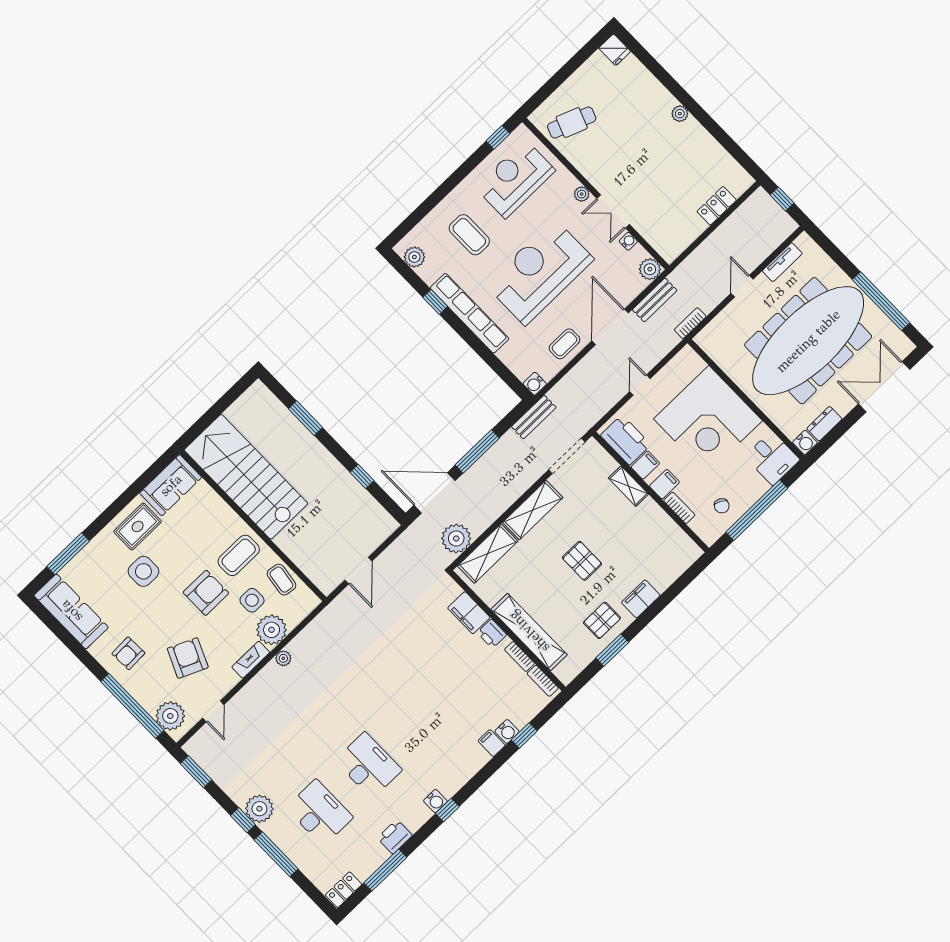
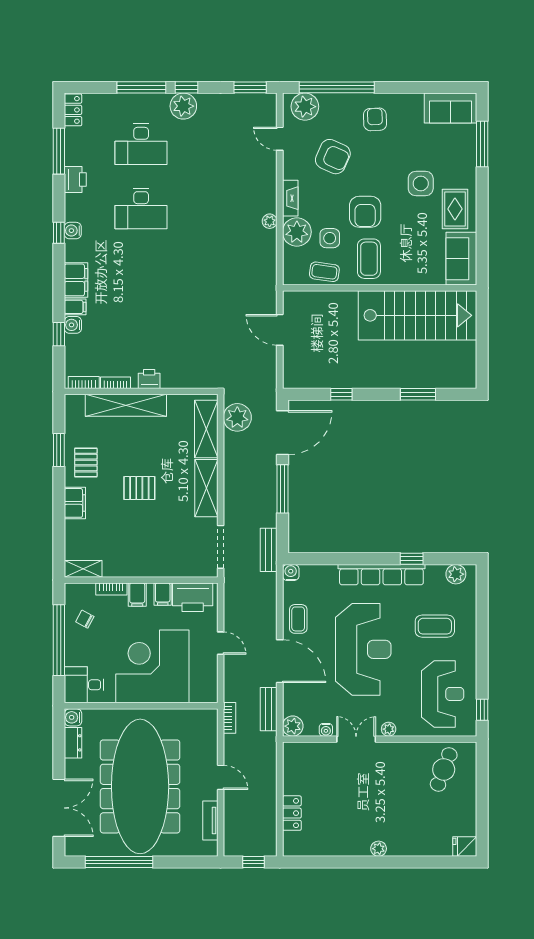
shelving: (628, 486) -> (83, 569), moved
sofa: (71, 611) -> (451, 108), width x0.73
filing cabinet: (469, 613) -> (76, 280), moved, turned 90

